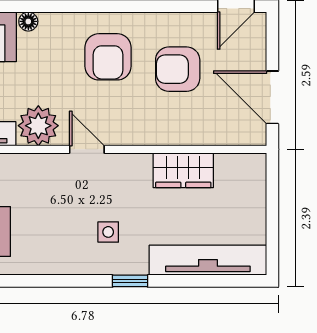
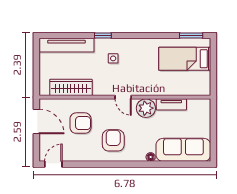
armchair: (178, 69) -> (81, 123), moved
wardrobe: (183, 170) -> (71, 87), width x1.50

